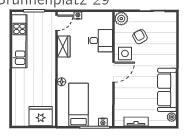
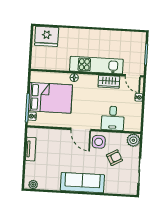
kitchen unit: (19, 41) -> (96, 65), moved, turned 180
sofa: (167, 90) -> (82, 183), moved
bed: (78, 105) -> (50, 98), width x1.50
fridge: (41, 116) -> (47, 36), moved, turned 90

